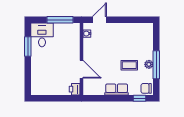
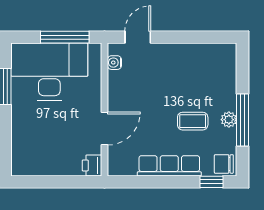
desk: (42, 35) -> (49, 72), width x1.87, depth x1.30
door: (82, 69) -> (105, 129), hinge flipped
row of seats: (117, 89) -> (169, 166), width x1.48

